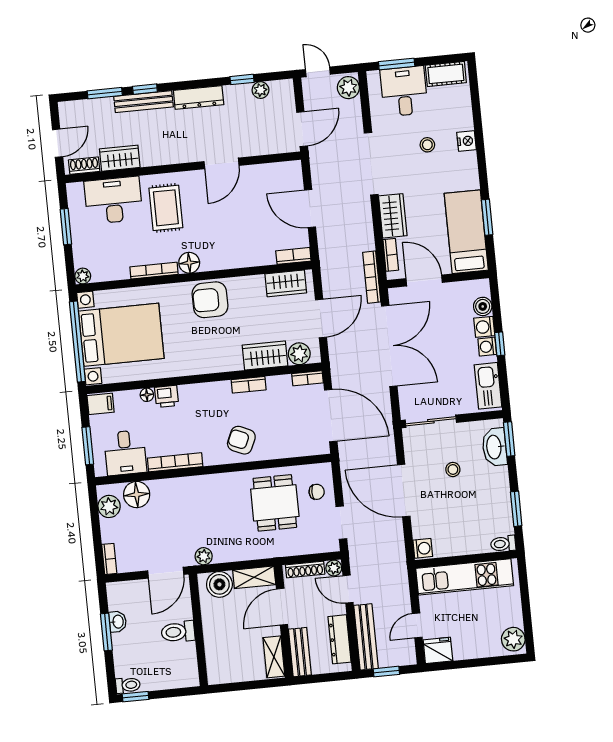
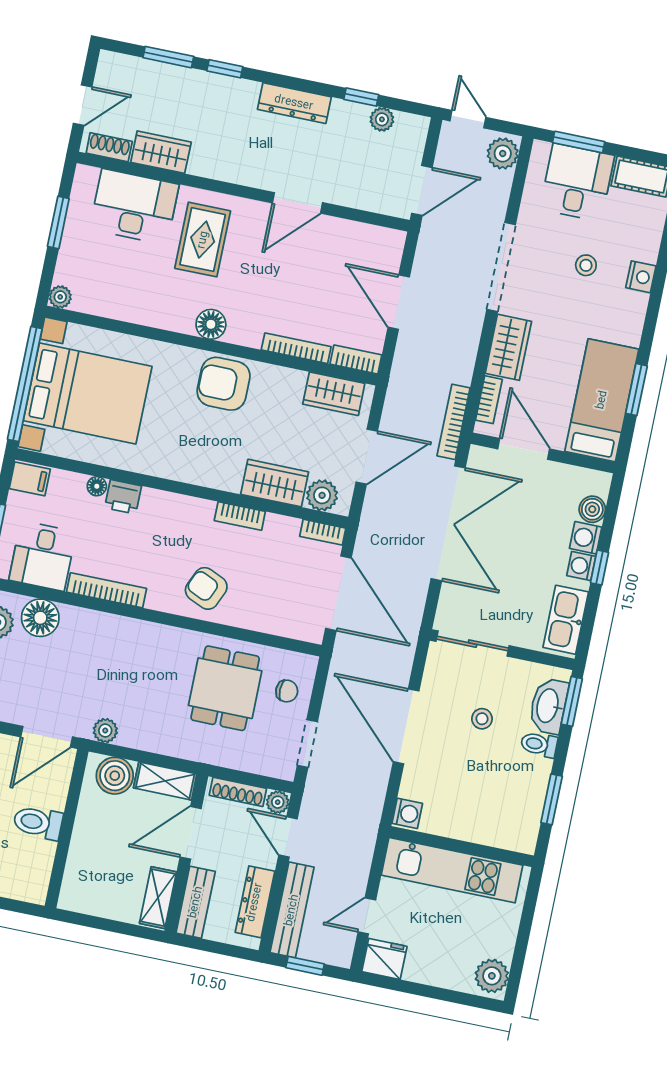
bench: (144, 102) -> (218, 85), removed
bookcase: (154, 271) -> (296, 348), moved
toilet: (503, 544) -> (539, 744), moved

